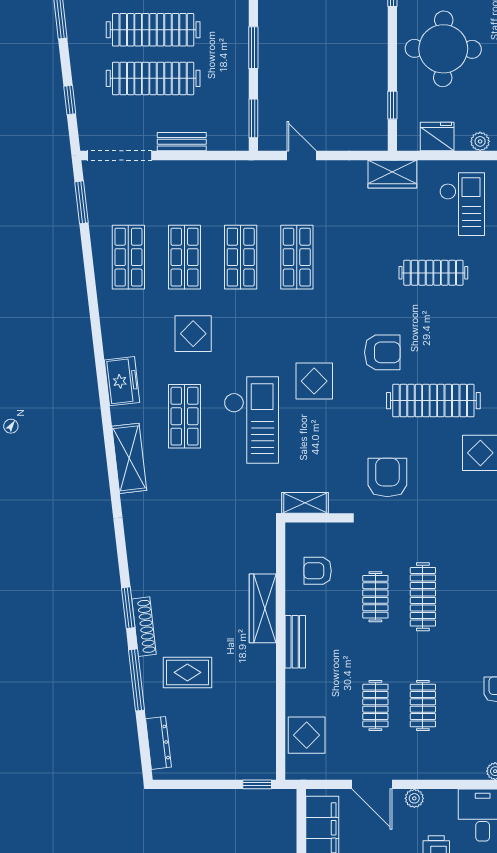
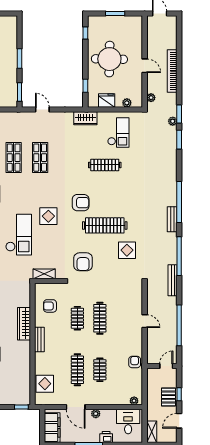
armchair: (387, 478) -> (83, 262), turned 180
clothes rail: (375, 706) -> (77, 370), width x1.36

